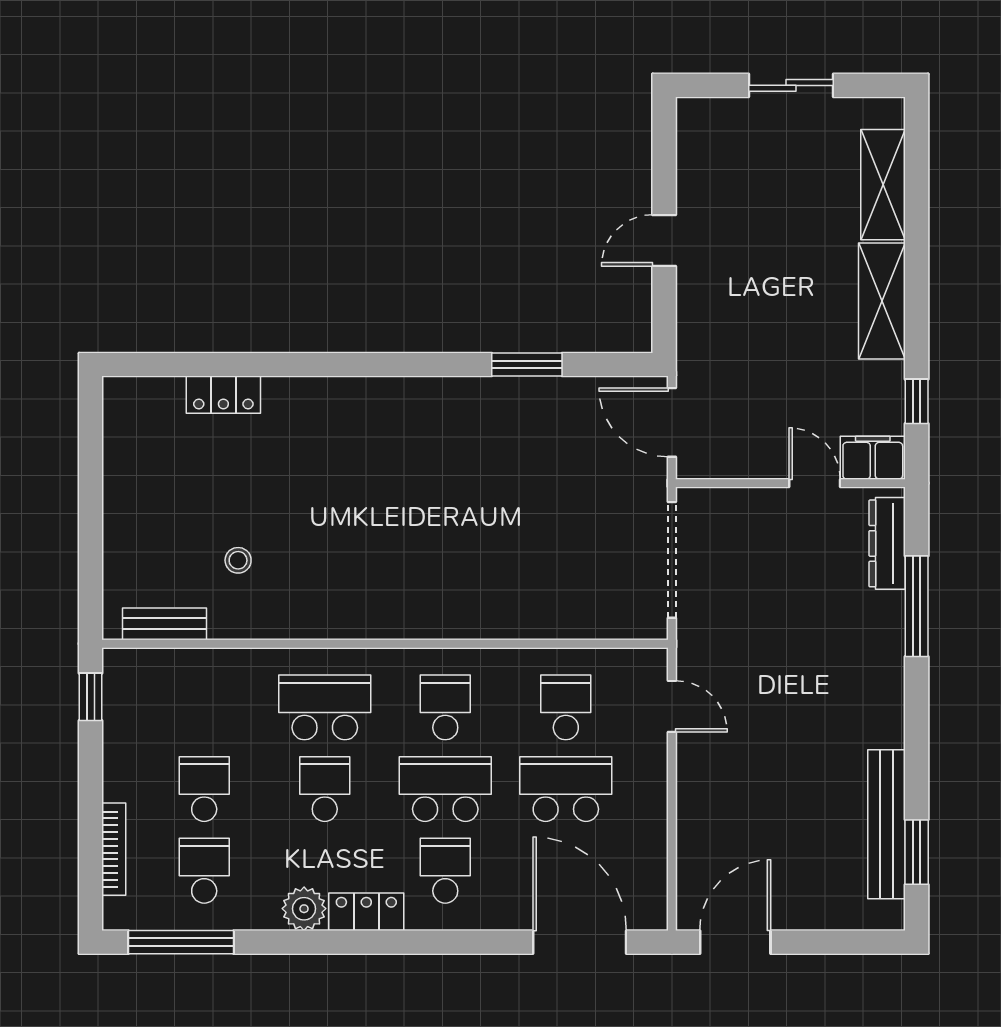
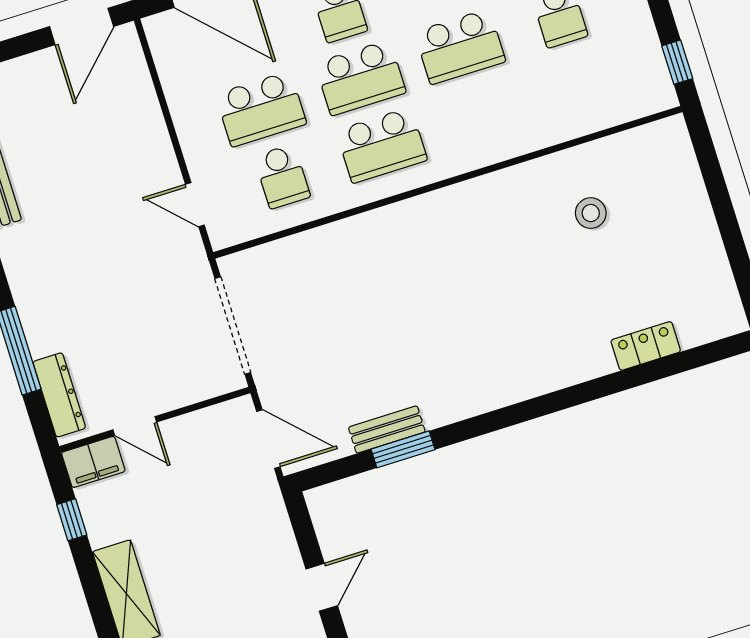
stool: (238, 560) -> (591, 213), width x1.37, depth x1.37
bench: (164, 624) -> (387, 430), moved
school desk: (325, 707) -> (481, 114), removed
school desk: (445, 707) -> (382, 145), width x1.85
school desk: (325, 789) -> (460, 47), width x1.85

